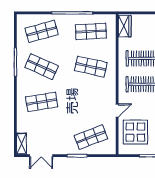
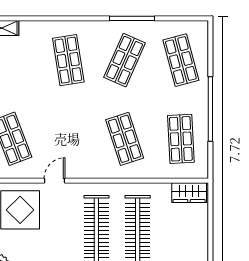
shop shelf: (91, 67) -> (125, 139), turned -30
door: (117, 111) -> (54, 181), swing flipped

